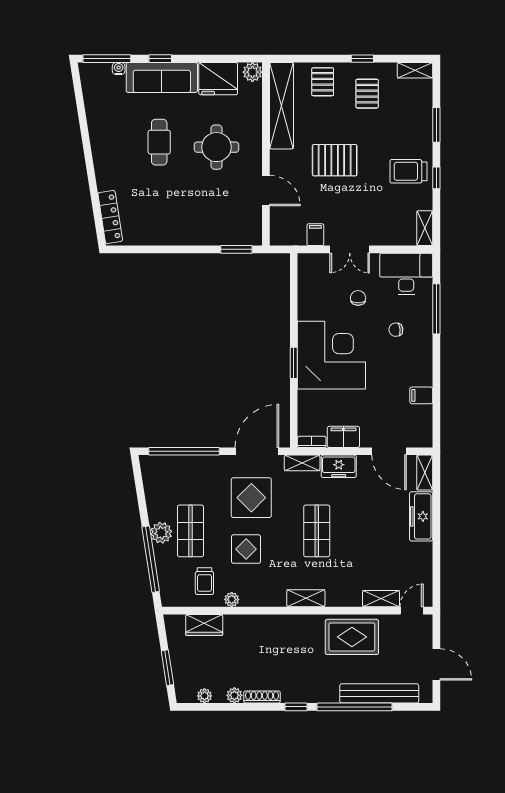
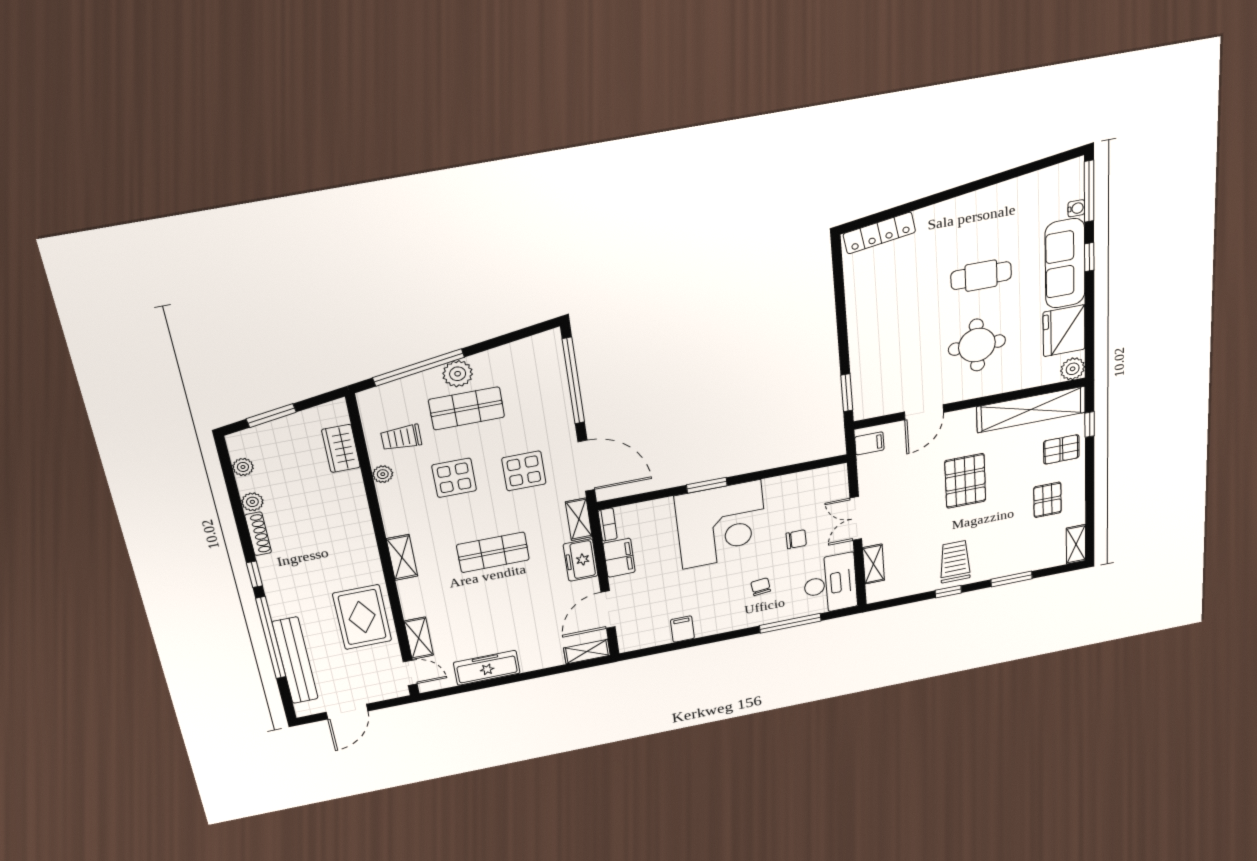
window: (362, 59) -> (1090, 424), moved
pallet: (367, 94) -> (1047, 500), turned 90
shelving: (425, 228) -> (874, 564), moved, turned 90
filing cabinet: (315, 235) -> (869, 443), moved
display table: (251, 498) -> (524, 471), width x0.73, depth x0.73
freezer: (421, 516) -> (487, 668), moved

